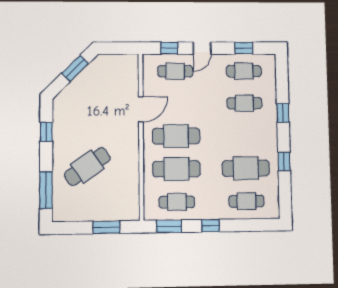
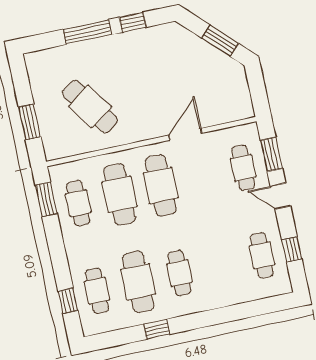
window: (169, 48) -> (271, 154), width x1.50
cafe table: (244, 103) -> (179, 273), moved
door: (141, 109) -> (185, 134), swing flipped
window: (283, 113) -> (218, 316), removed
cafe table: (87, 167) -> (90, 107), moved
window: (46, 190) -> (87, 32), moved
window: (211, 226) -> (68, 301), moved

